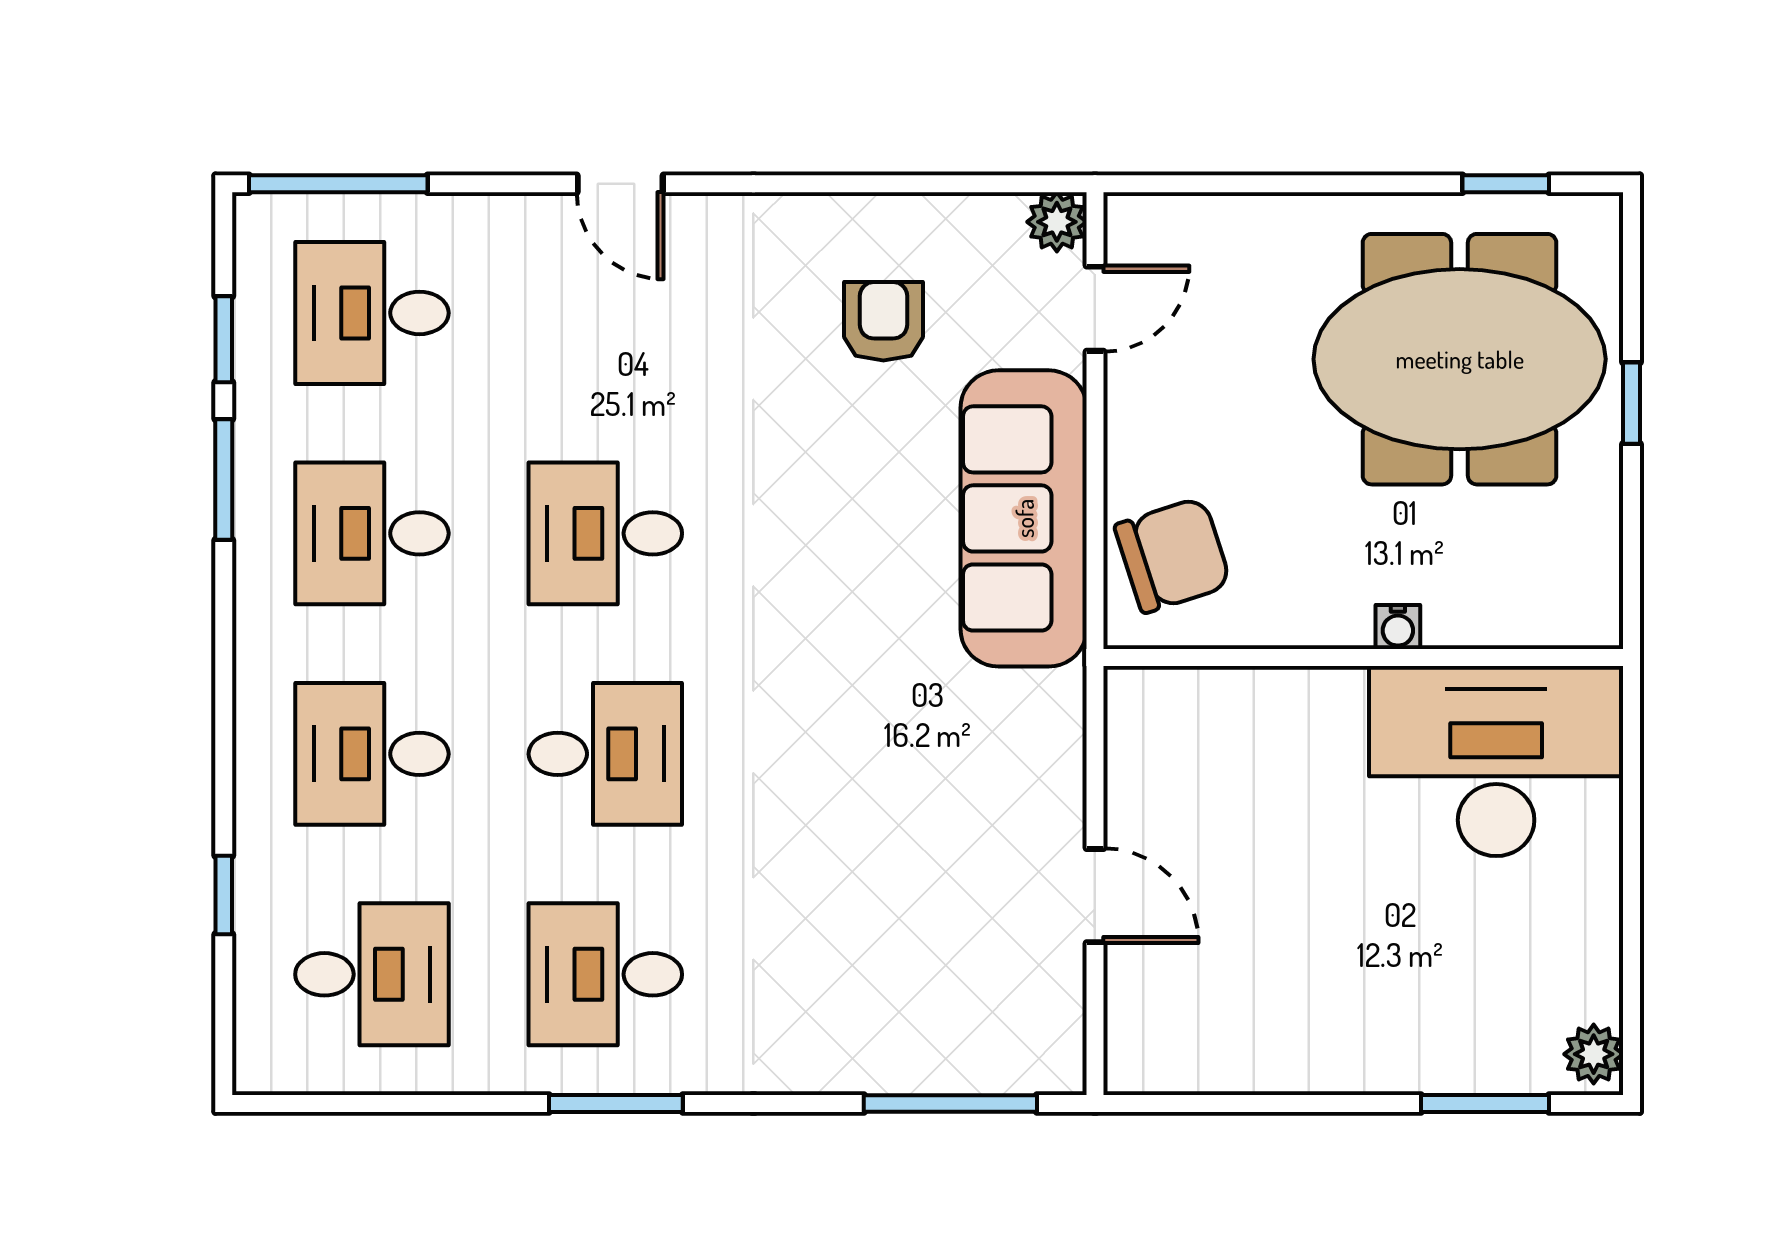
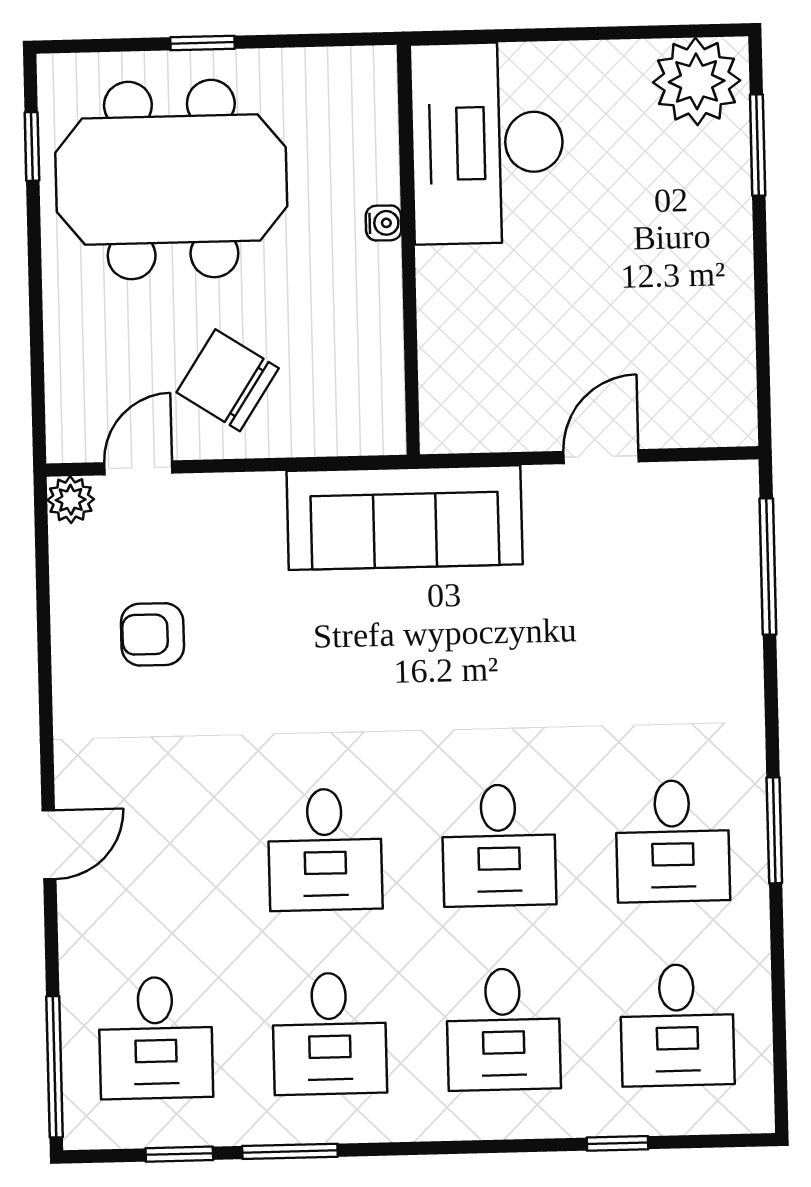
door: (1095, 309) -> (138, 468), hinge flipped
meeting table: (1460, 359) -> (171, 180), turned 90
sofa: (1024, 518) -> (405, 518), moved
chair: (1173, 555) -> (228, 380), moved, turned -39
desk: (605, 754) -> (499, 845), turned 180
desk: (372, 974) -> (677, 1025), turned 180
plant: (1594, 1054) -> (697, 81), width x1.87, depth x1.87

